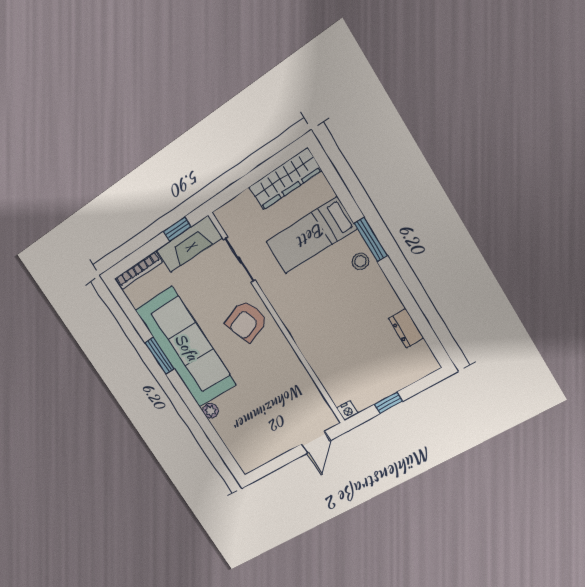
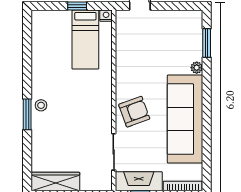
bed: (311, 235) -> (85, 40), moved, turned 90
dresser: (406, 328) -> (38, 48), removed
window: (159, 356) -> (207, 43), moved

